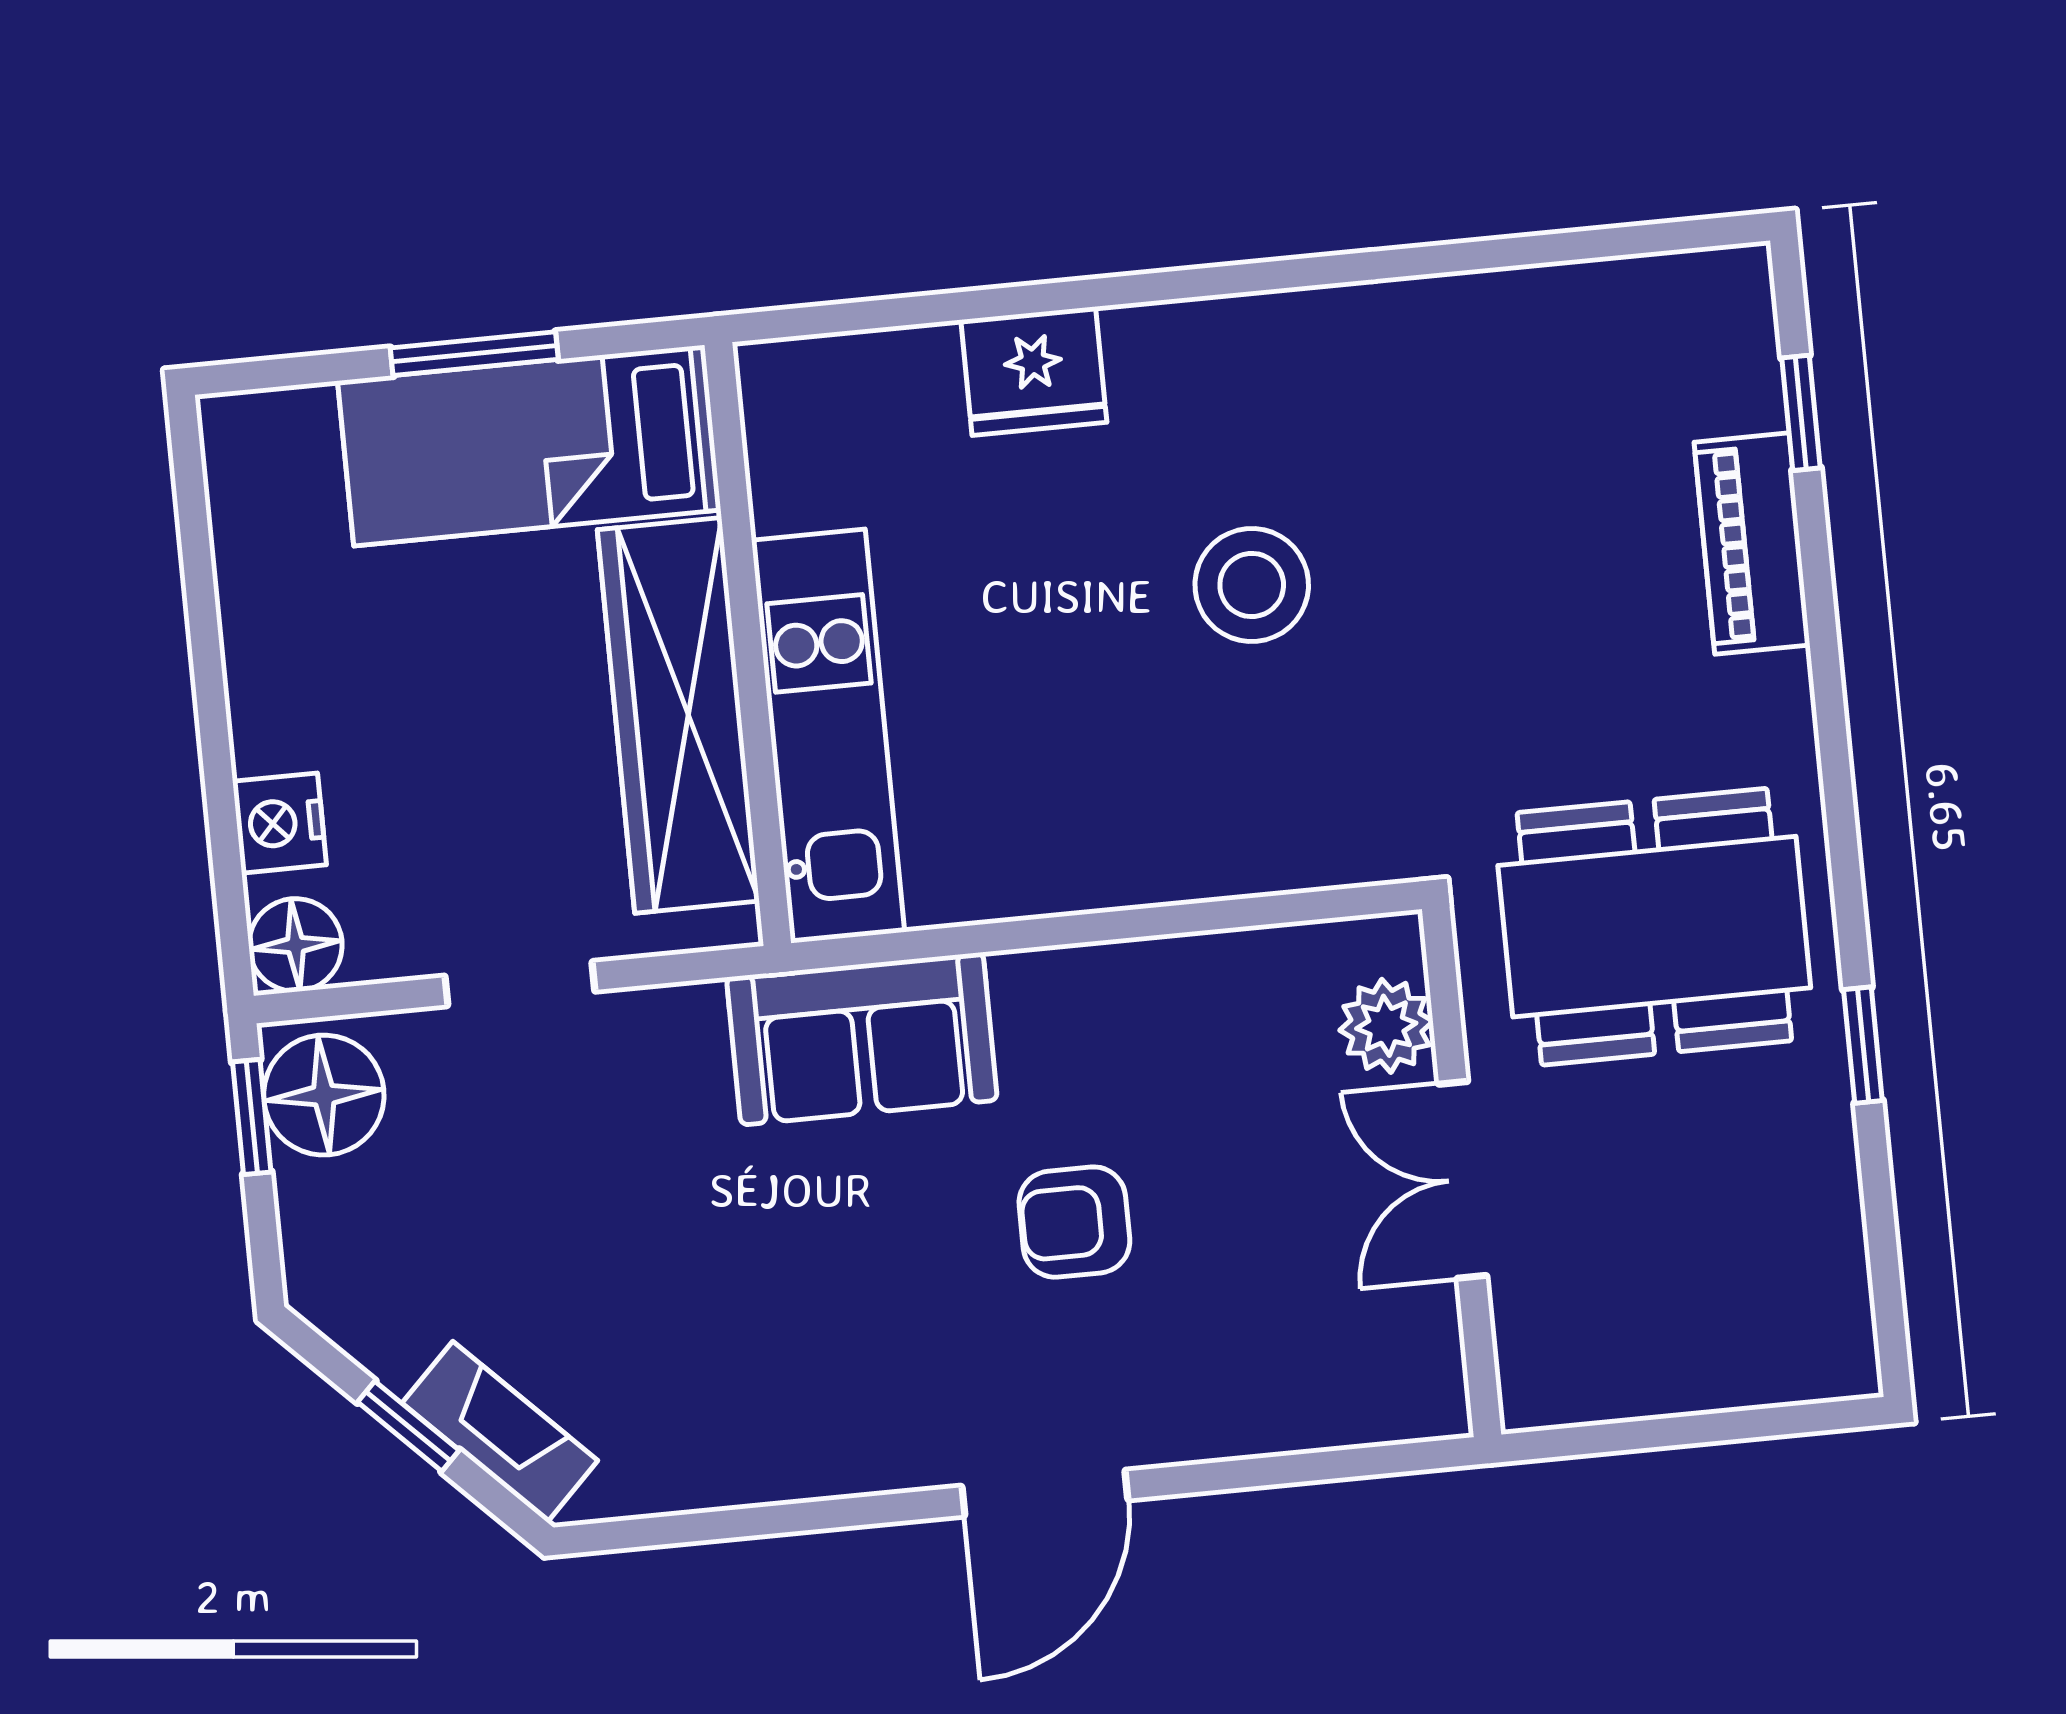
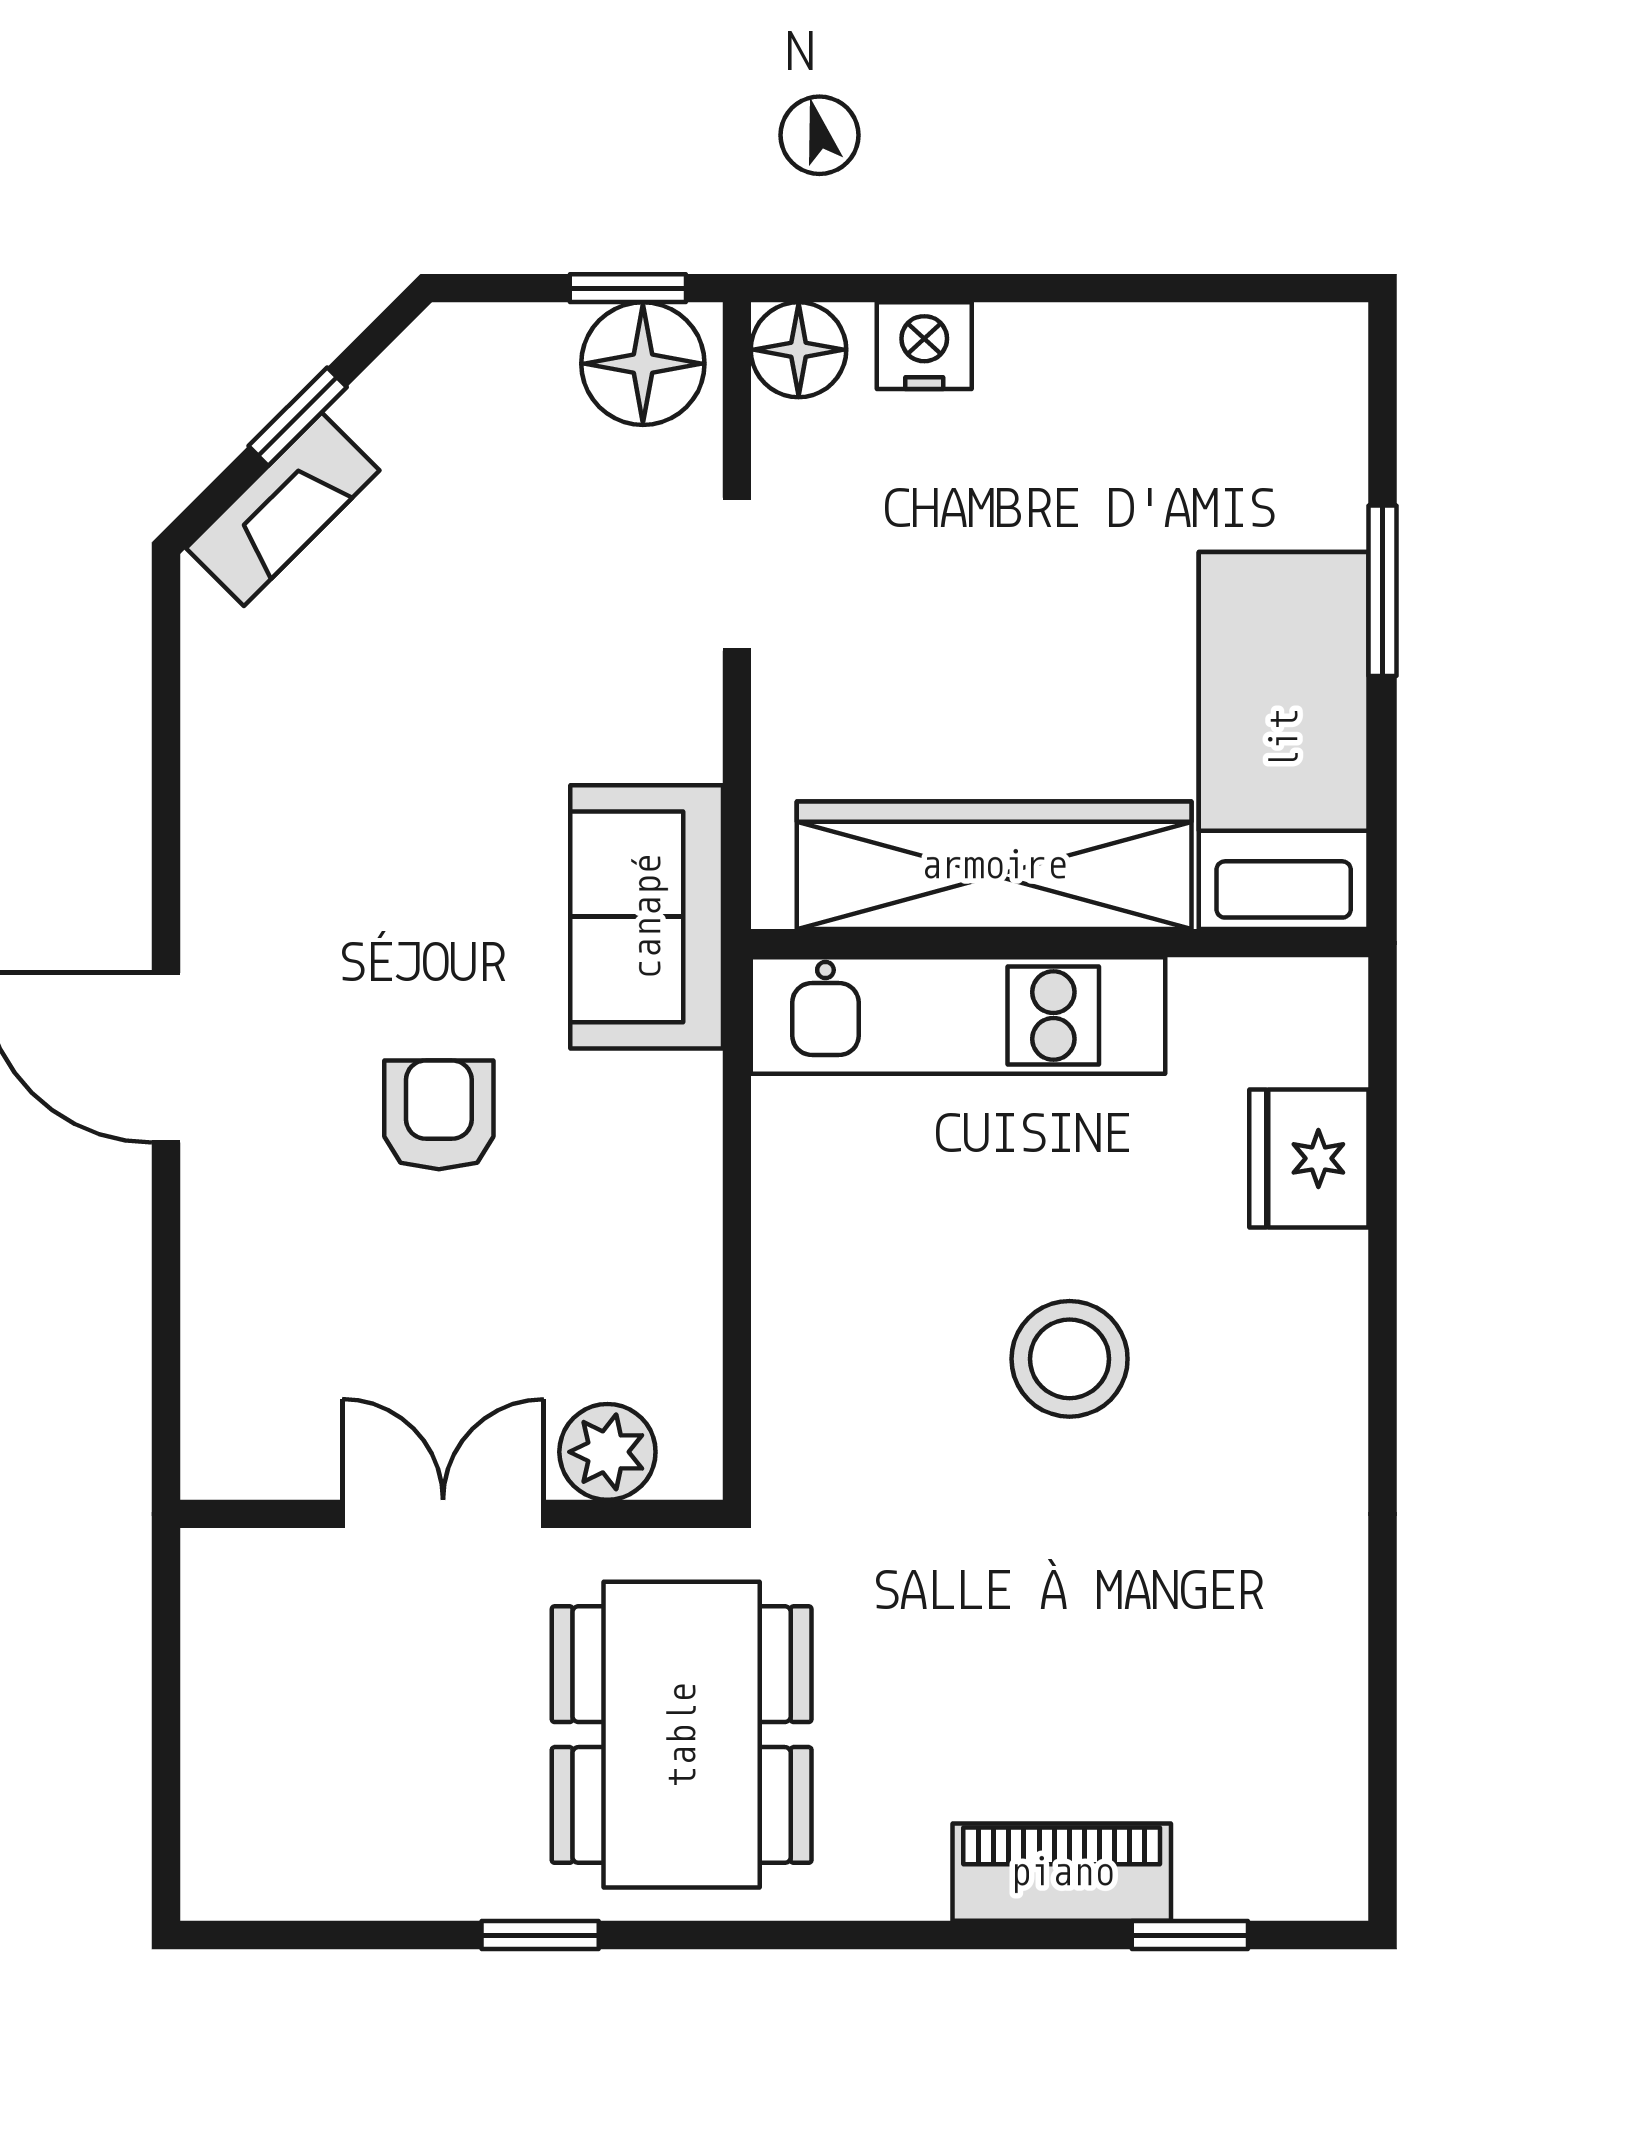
bed: (529, 445) -> (1284, 740), moved
wall: (748, 644) -> (1060, 943), moved
wardrobe: (678, 715) -> (994, 865), moved
kitchen unit: (828, 736) -> (958, 1016), moved

